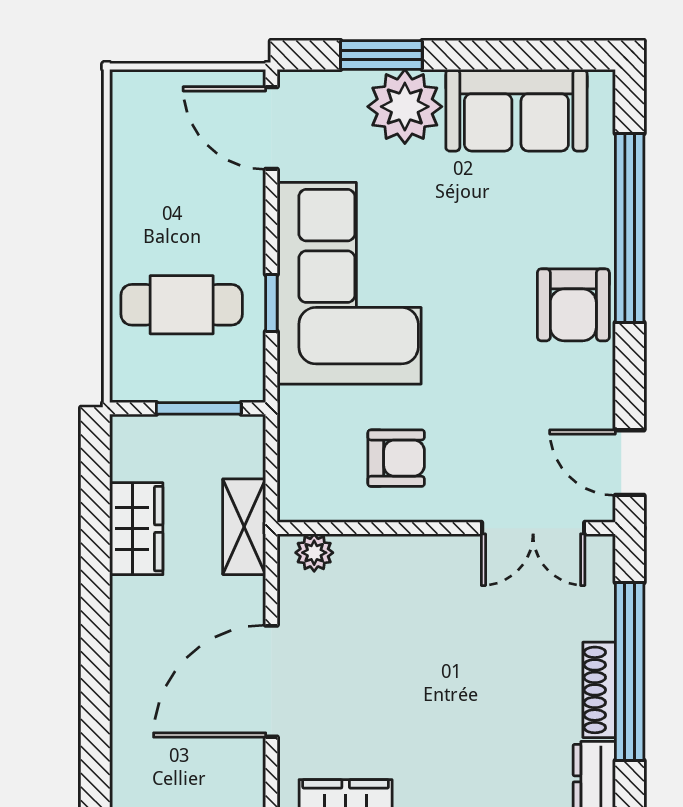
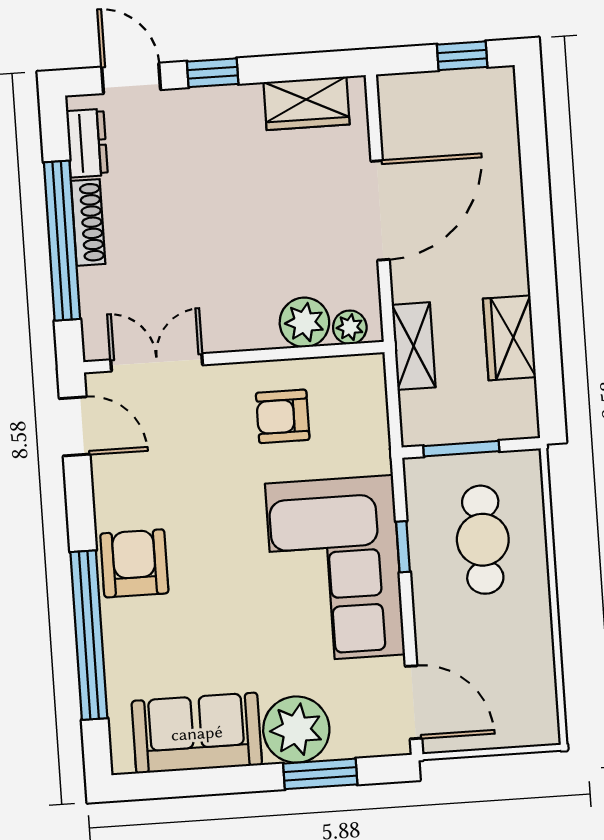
cafe table: (182, 305) -> (483, 540), turned 90
plant: (365, 562) -> (304, 322), added

